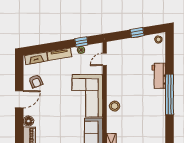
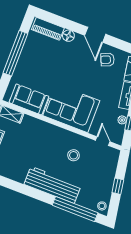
workbench: (159, 76) -> (53, 185), width x1.88, depth x1.32
window: (169, 94) -> (75, 209), moved
stool: (115, 106) -> (74, 155), moved

